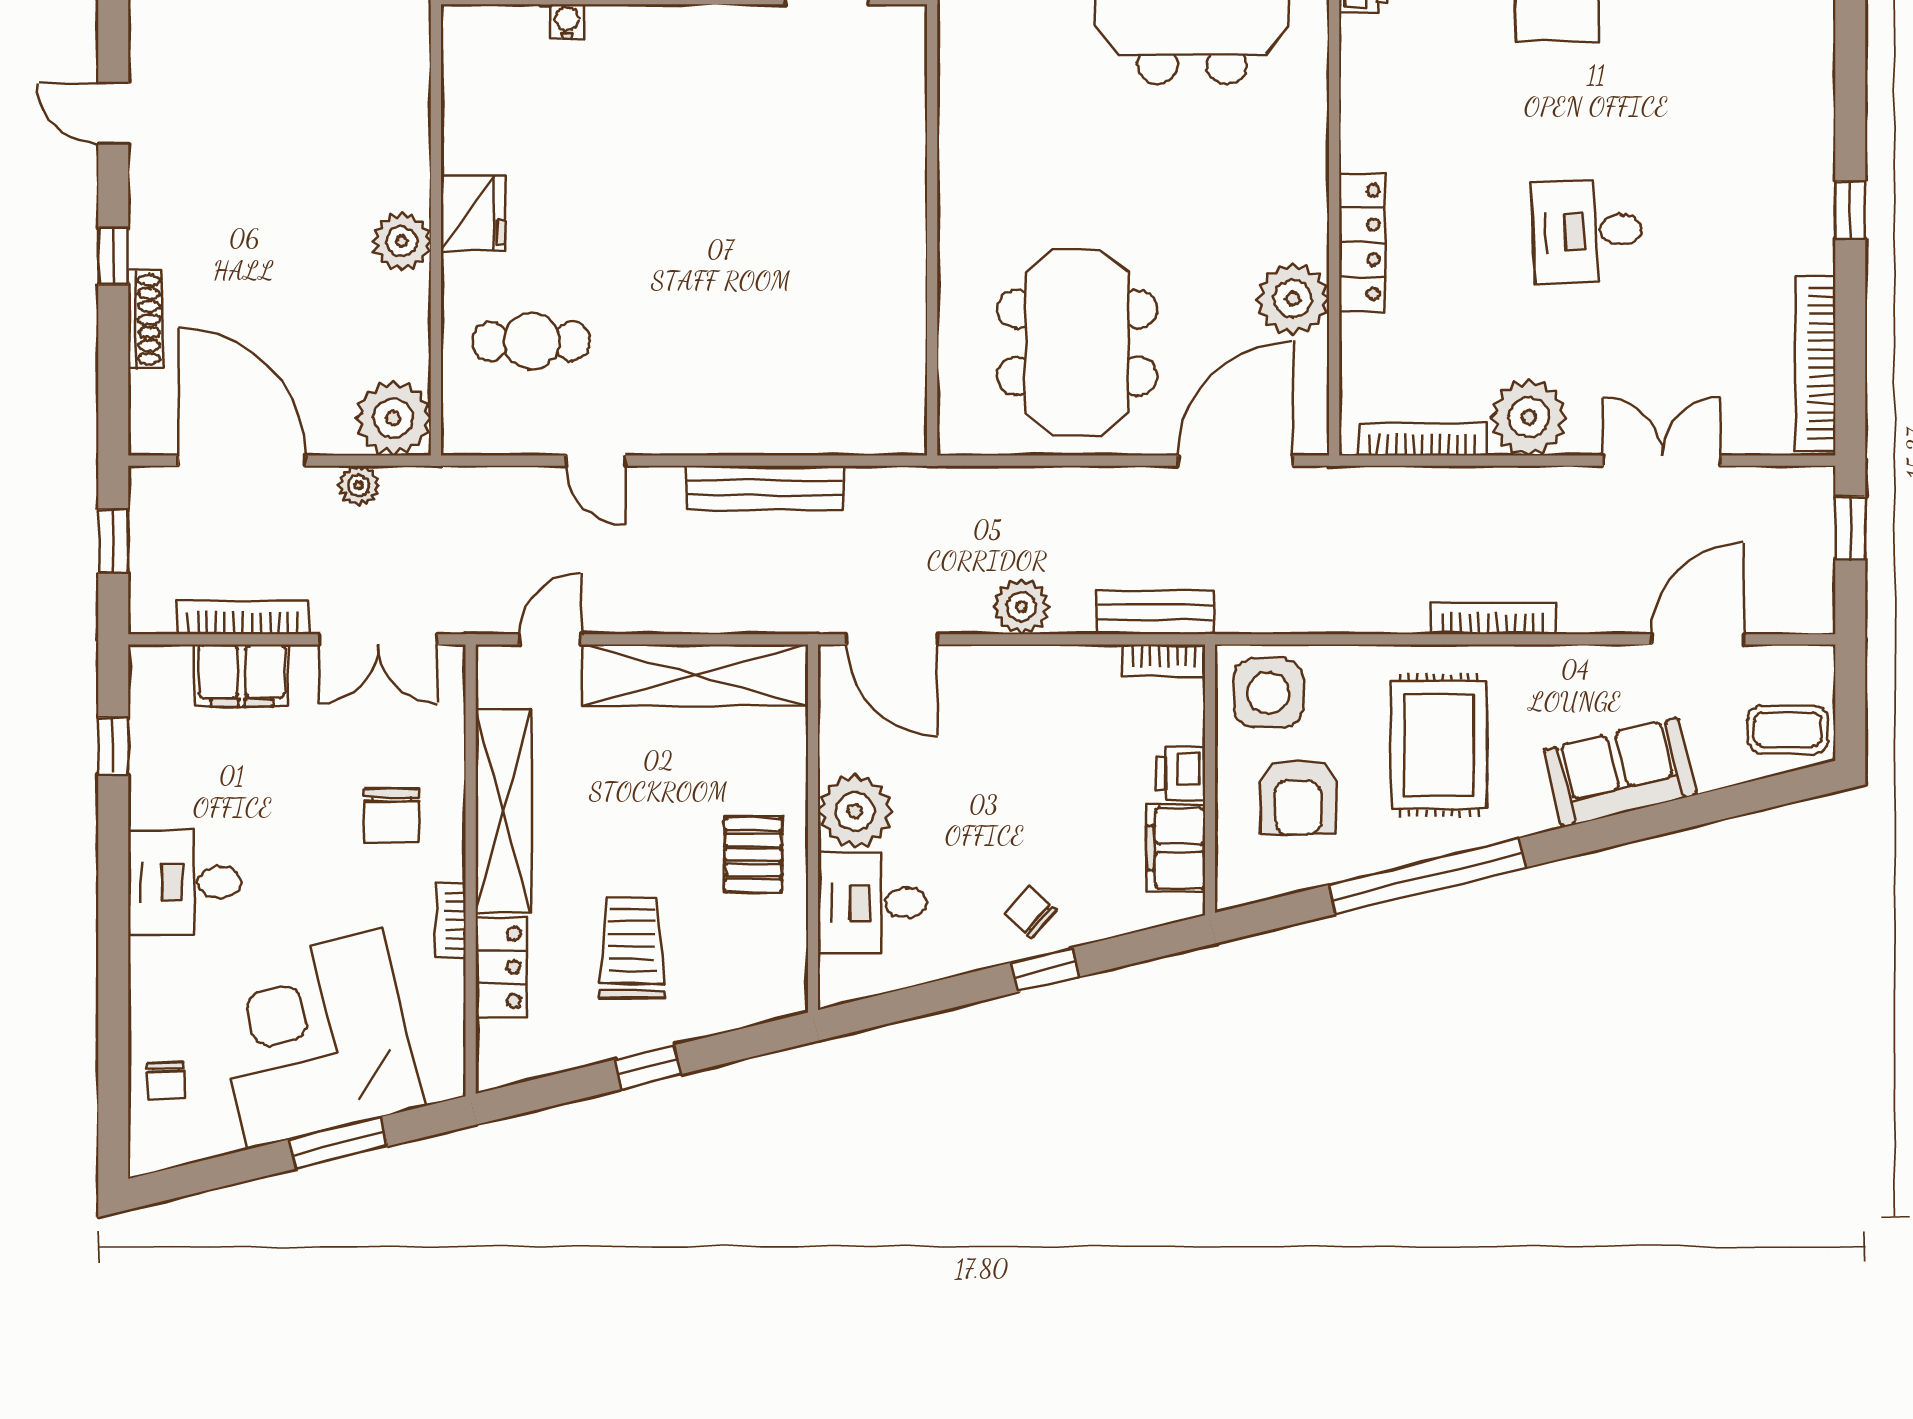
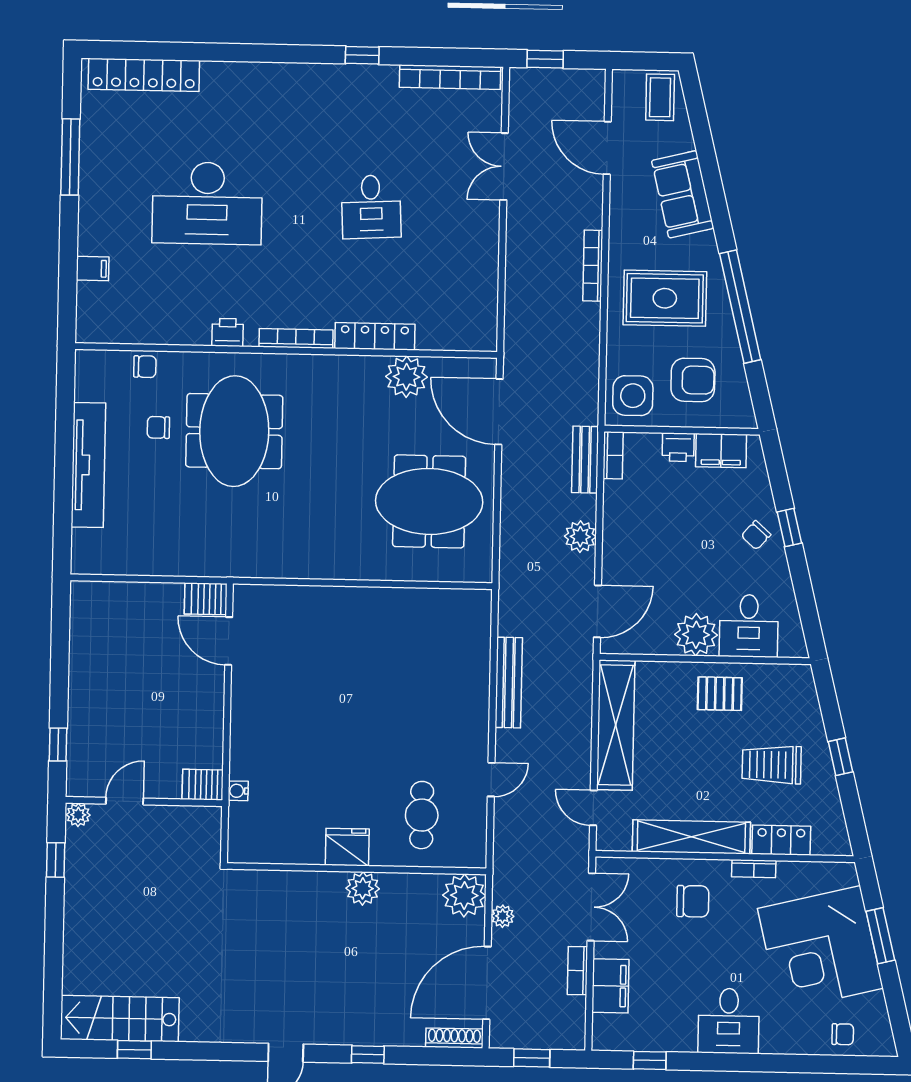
shoe rack: (145, 319) -> (454, 1038), moved
plant: (1529, 417) -> (478, 243), removed
bookcase: (1423, 439) -> (296, 338), moved, turned 90
bookcase: (243, 618) -> (577, 971), width x0.64

